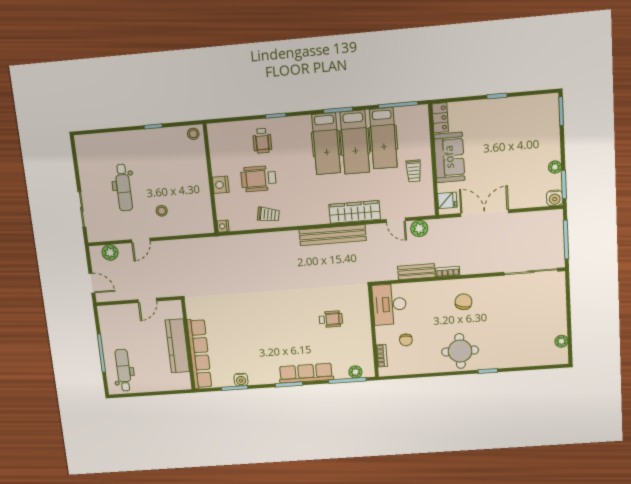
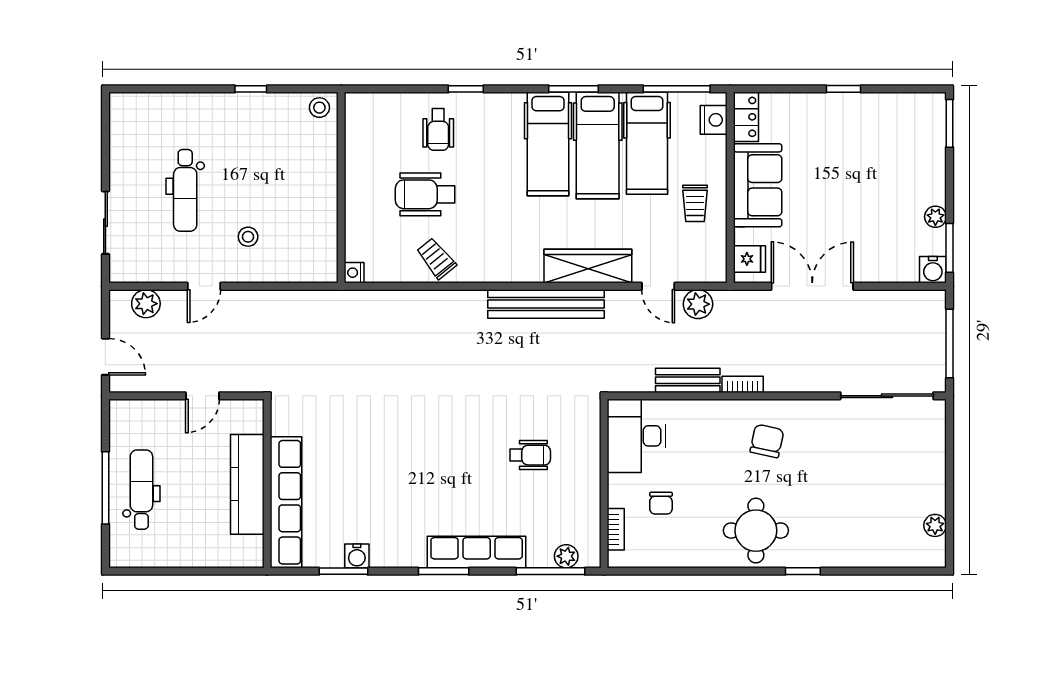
nightstand: (221, 185) -> (714, 120), moved, turned 180
trolley: (268, 215) -> (436, 258), turned -140
dental chair: (123, 370) -> (141, 490), moved

